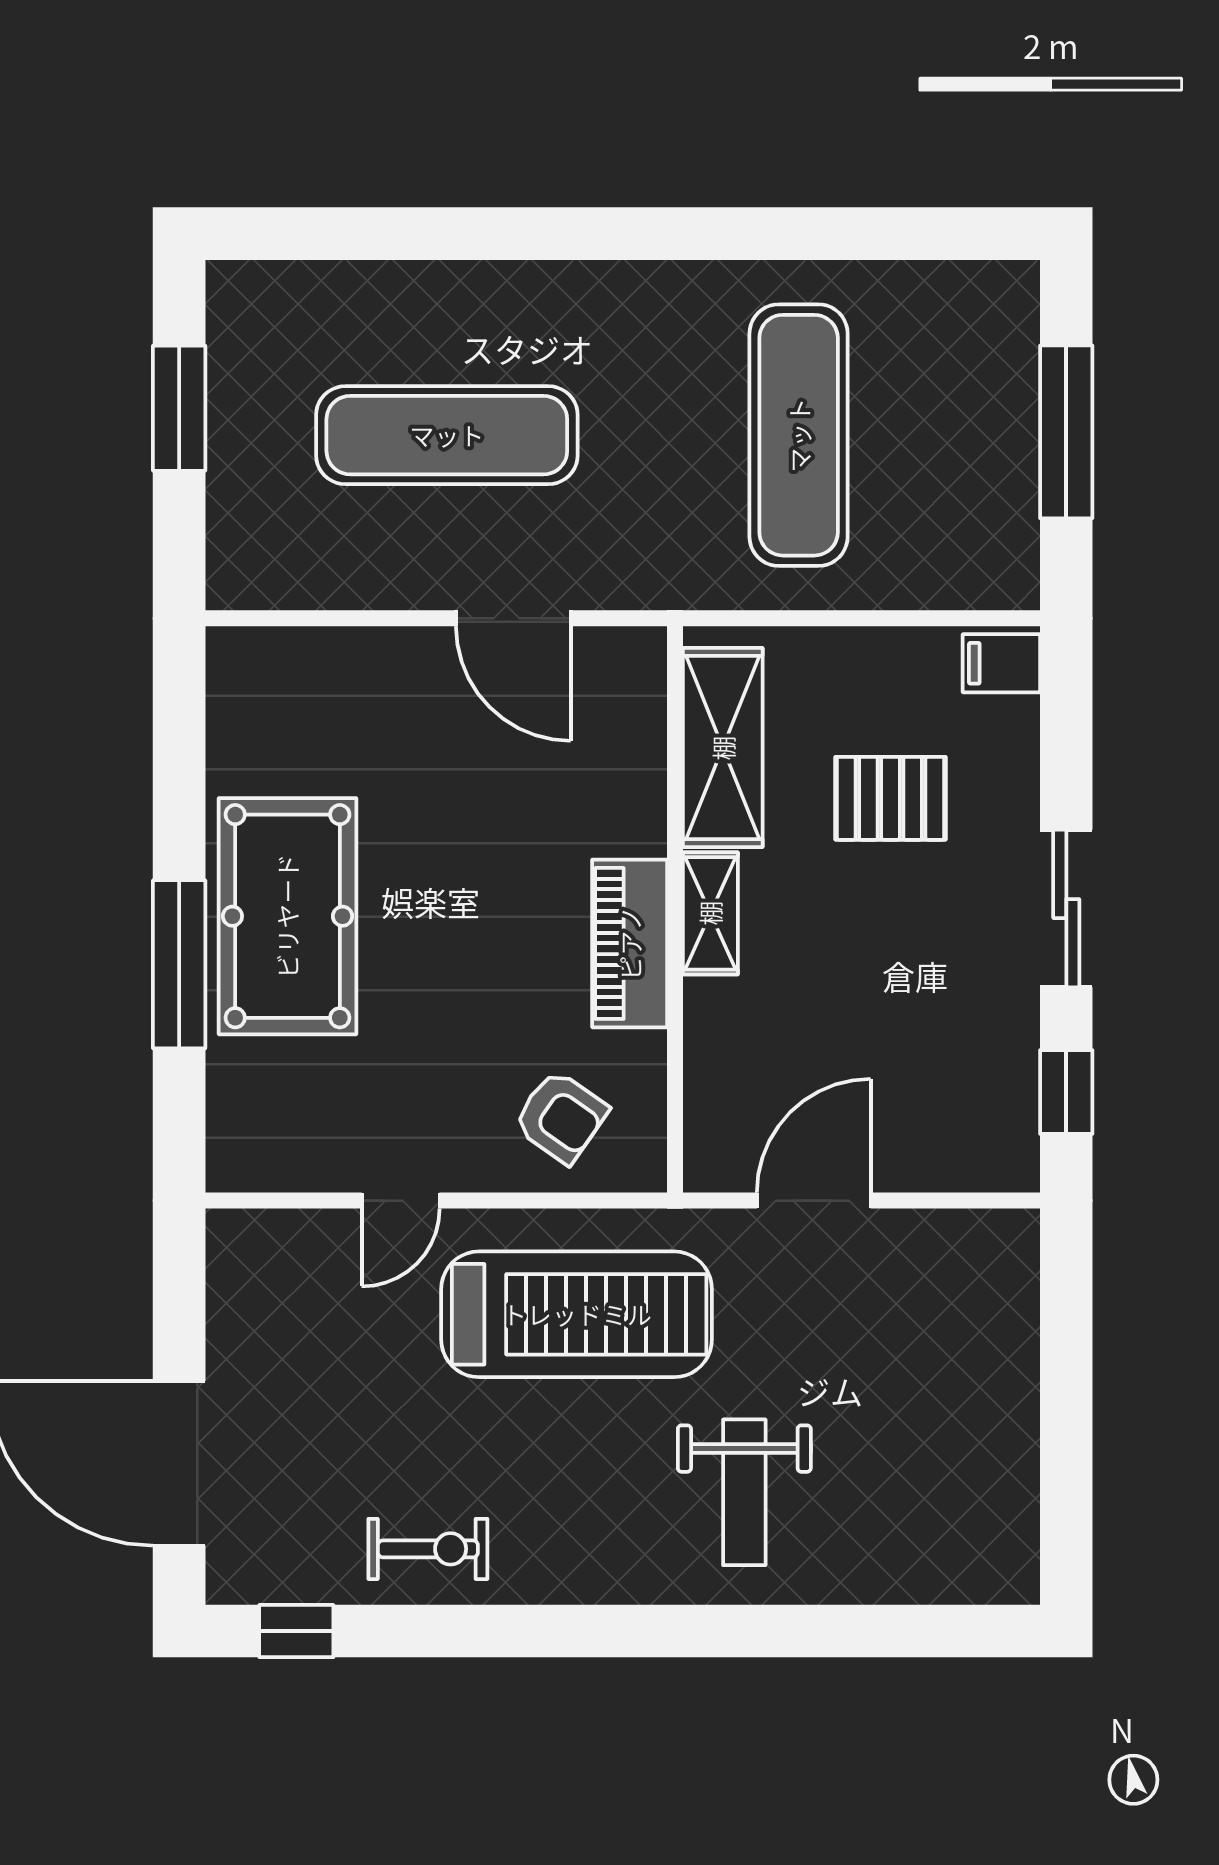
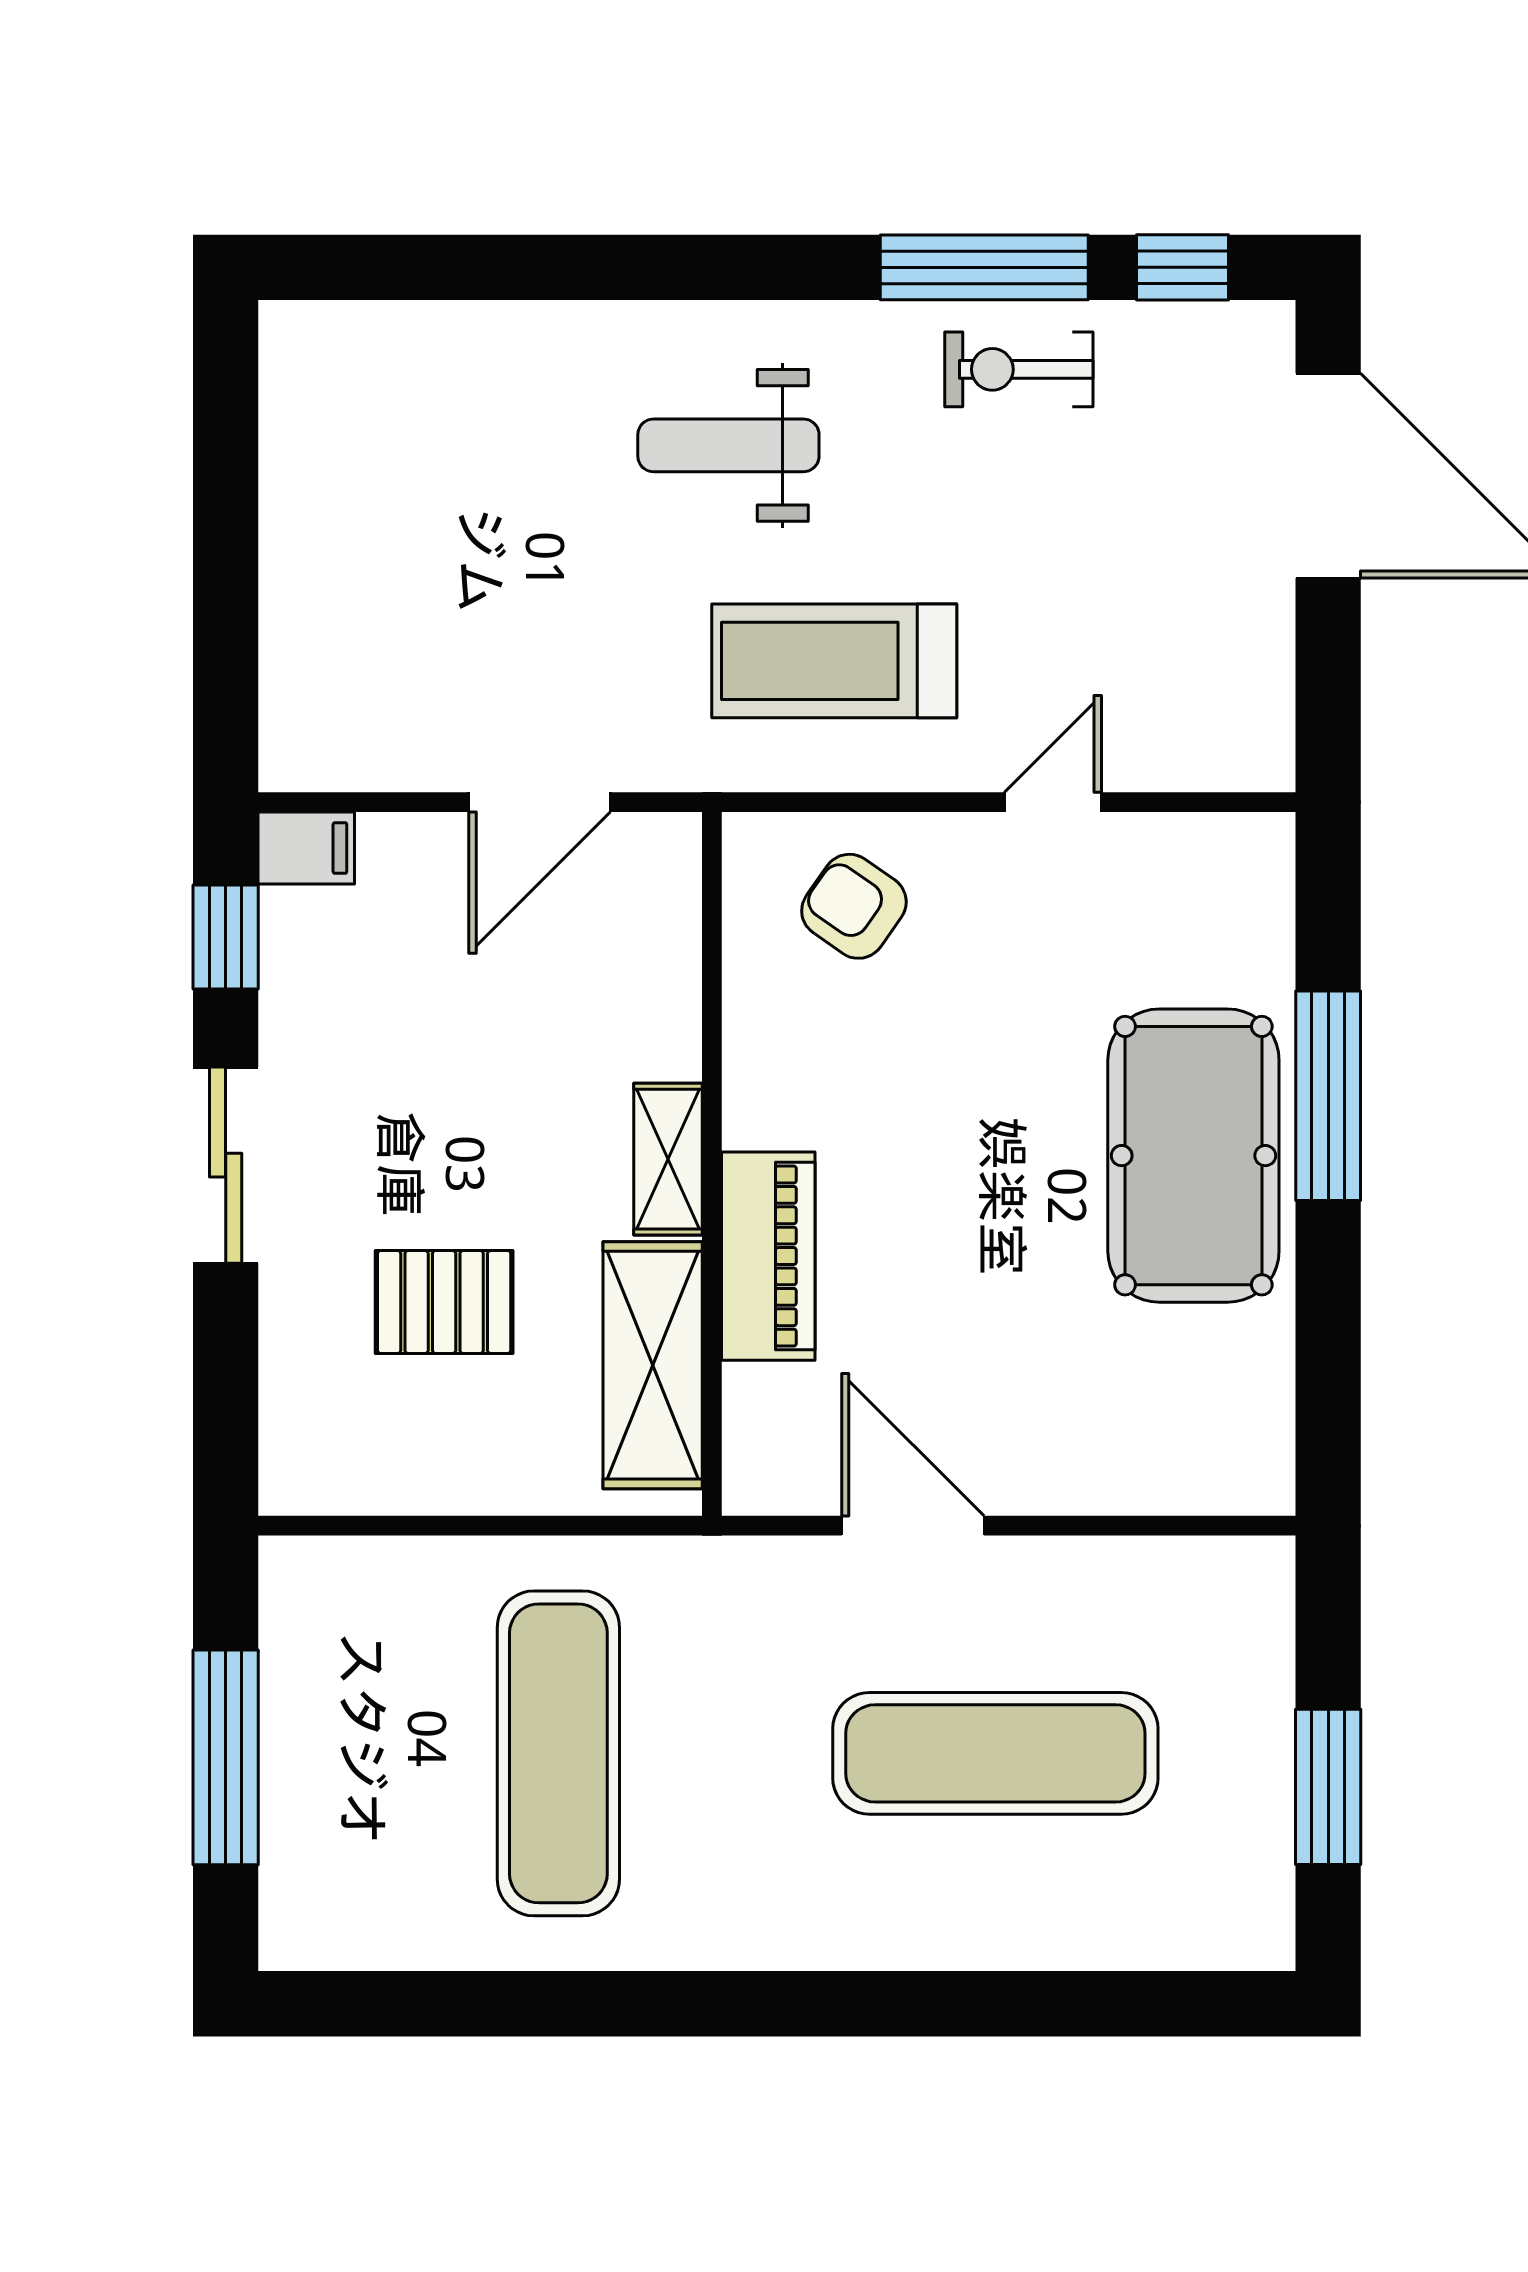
filing cabinet: (1001, 663) -> (306, 848), moved
piano: (630, 943) -> (768, 1256), moved
treadmill: (577, 1314) -> (834, 661), width x0.73, depth x0.73
weight bench: (744, 1492) -> (728, 445), moved, turned -90
window: (456, 1631) -> (984, 267), added

